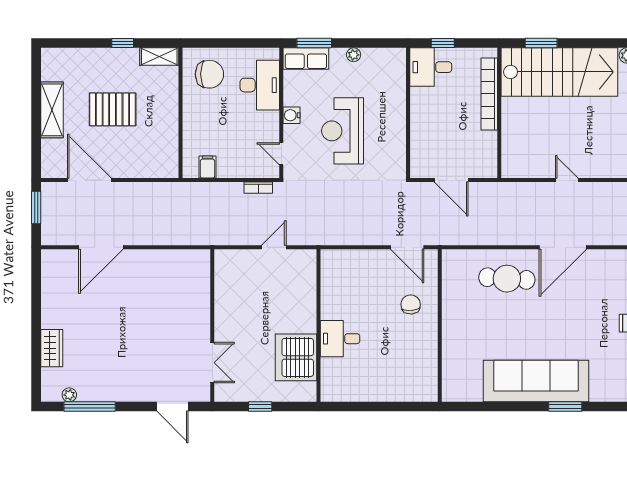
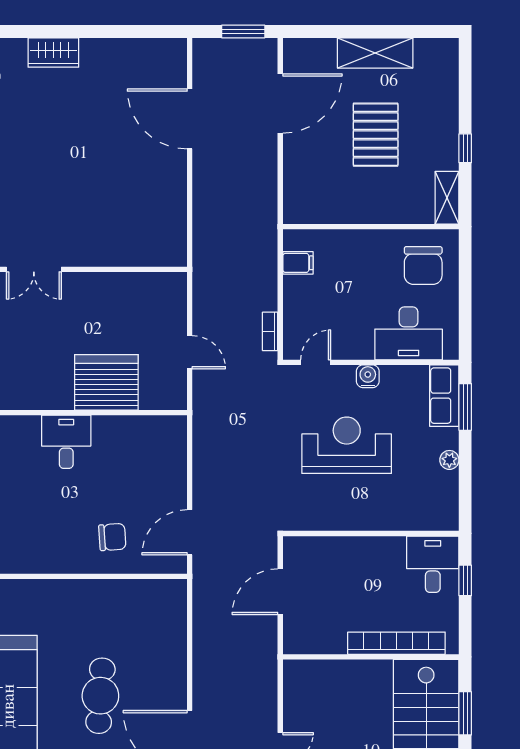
cafe table: (507, 279) -> (100, 696), moved
server rack: (296, 357) -> (106, 382), moved

